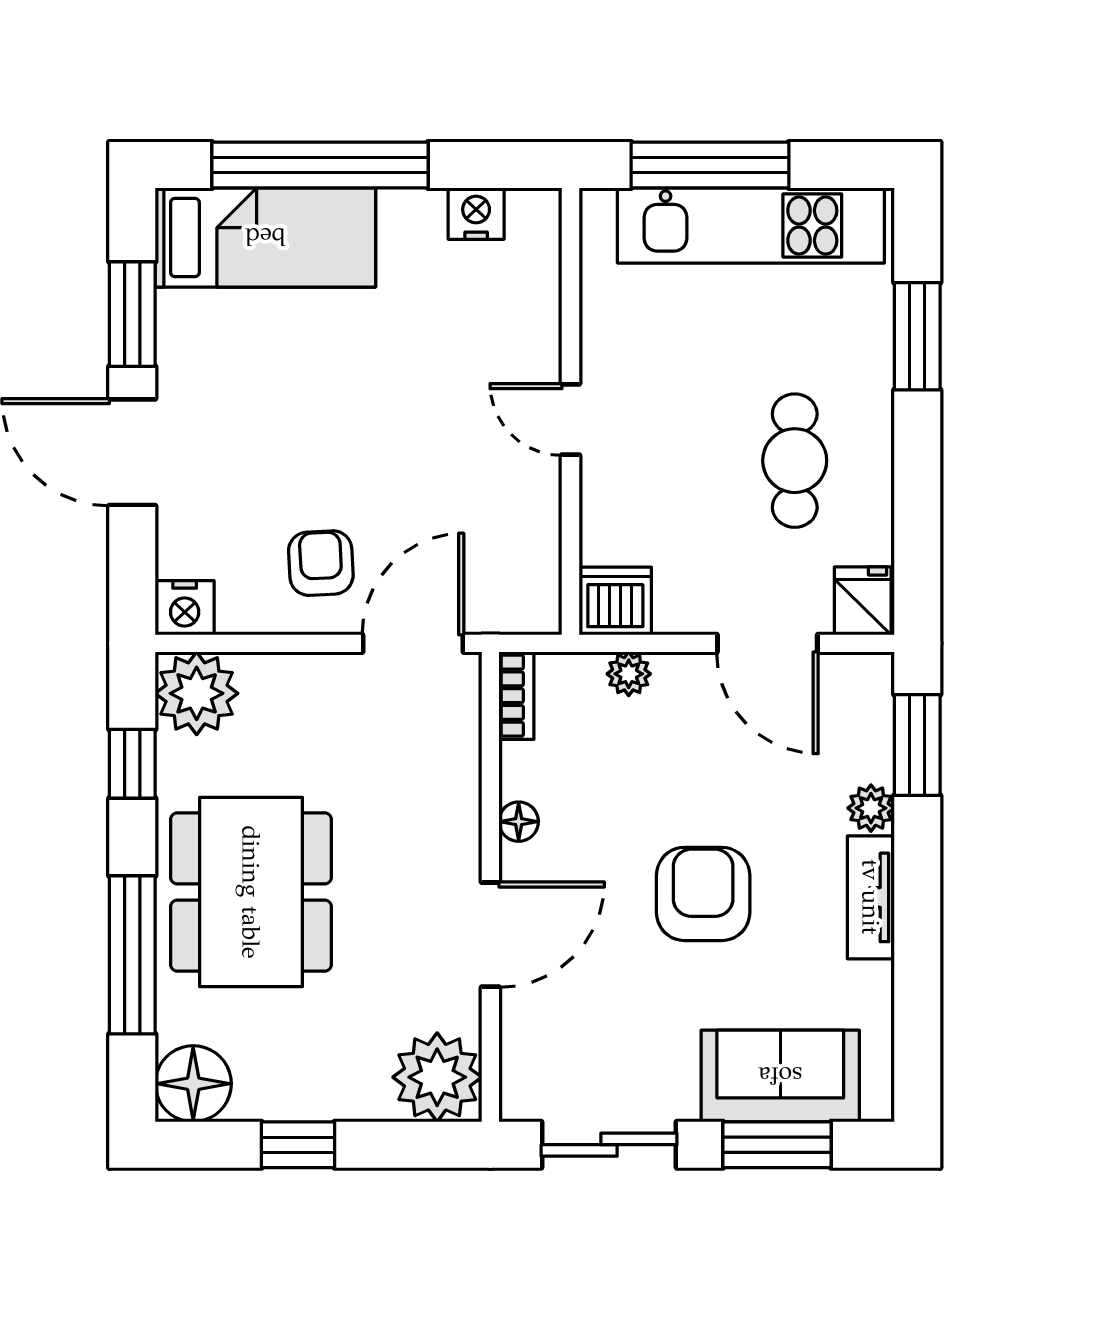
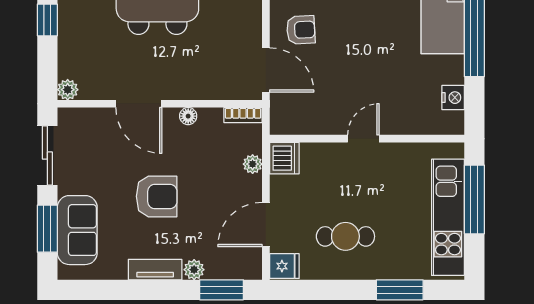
plant: (437, 1077) -> (68, 90), width x0.53, depth x0.53

